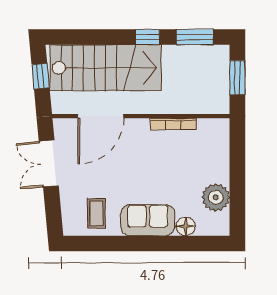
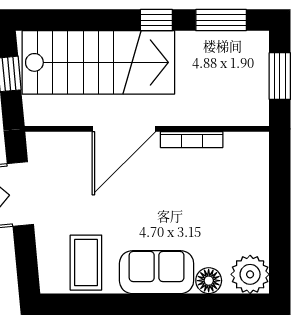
door: (101, 116) -> (124, 129), moved
plant: (216, 197) -> (250, 274), moved
coffee table: (96, 213) -> (86, 263), width x1.36, depth x1.30

